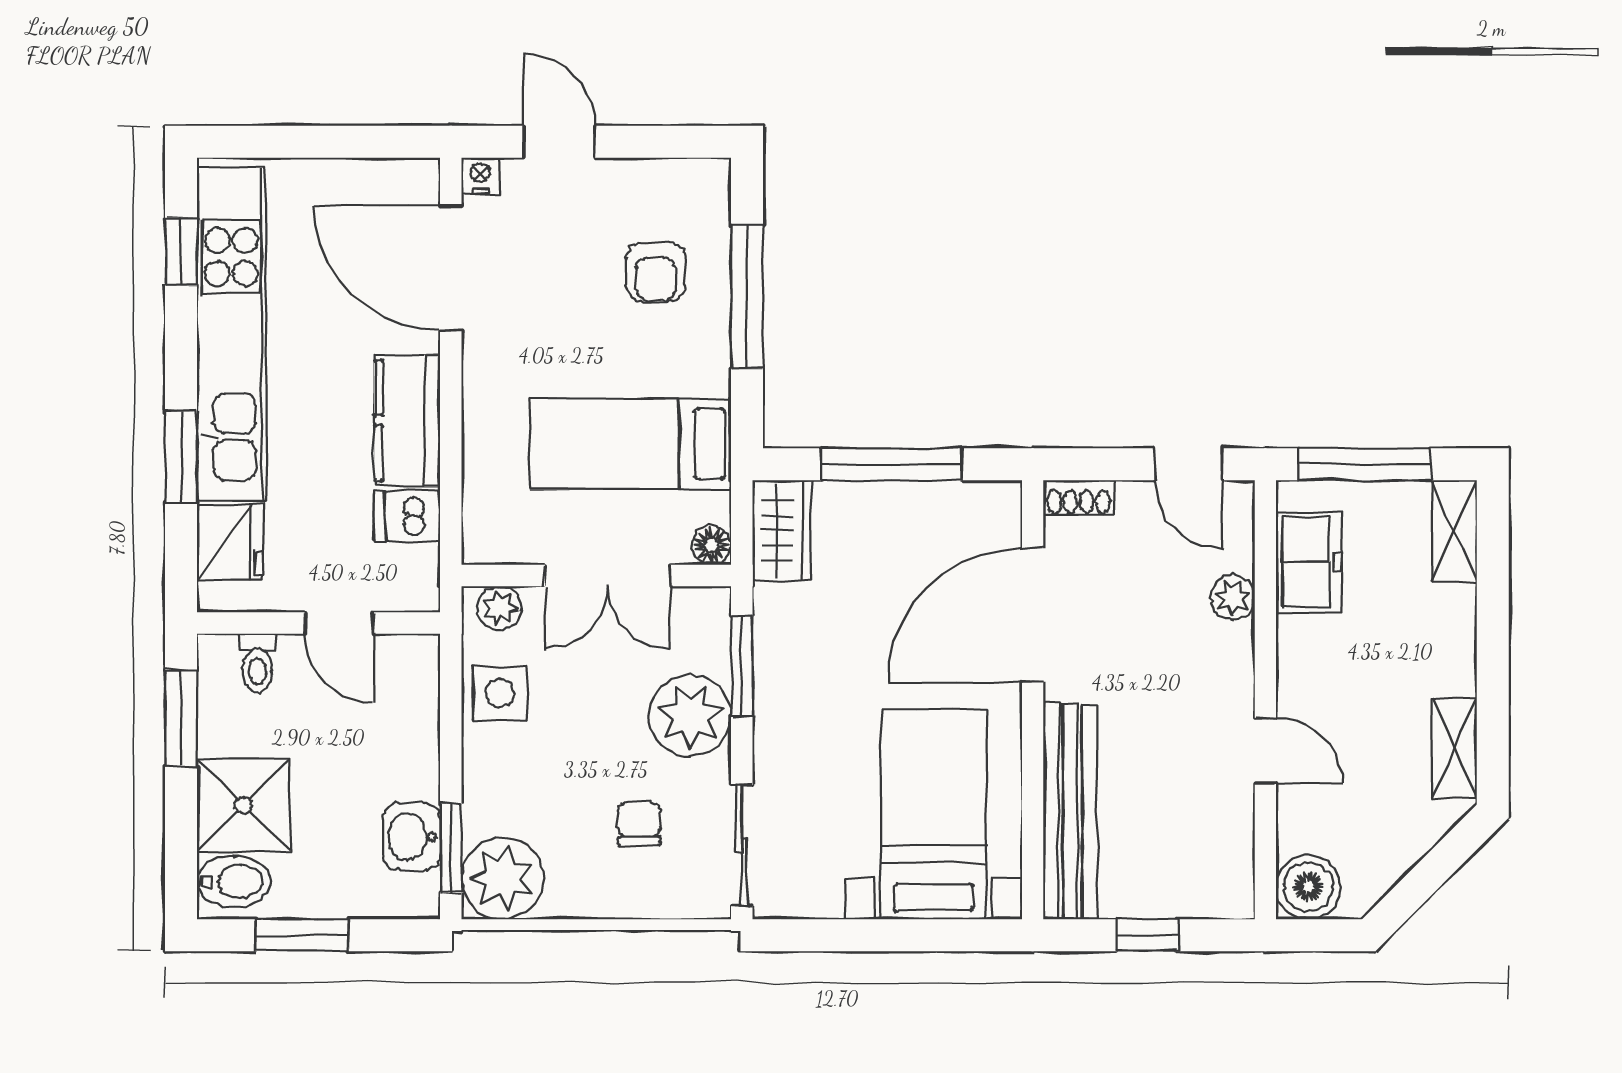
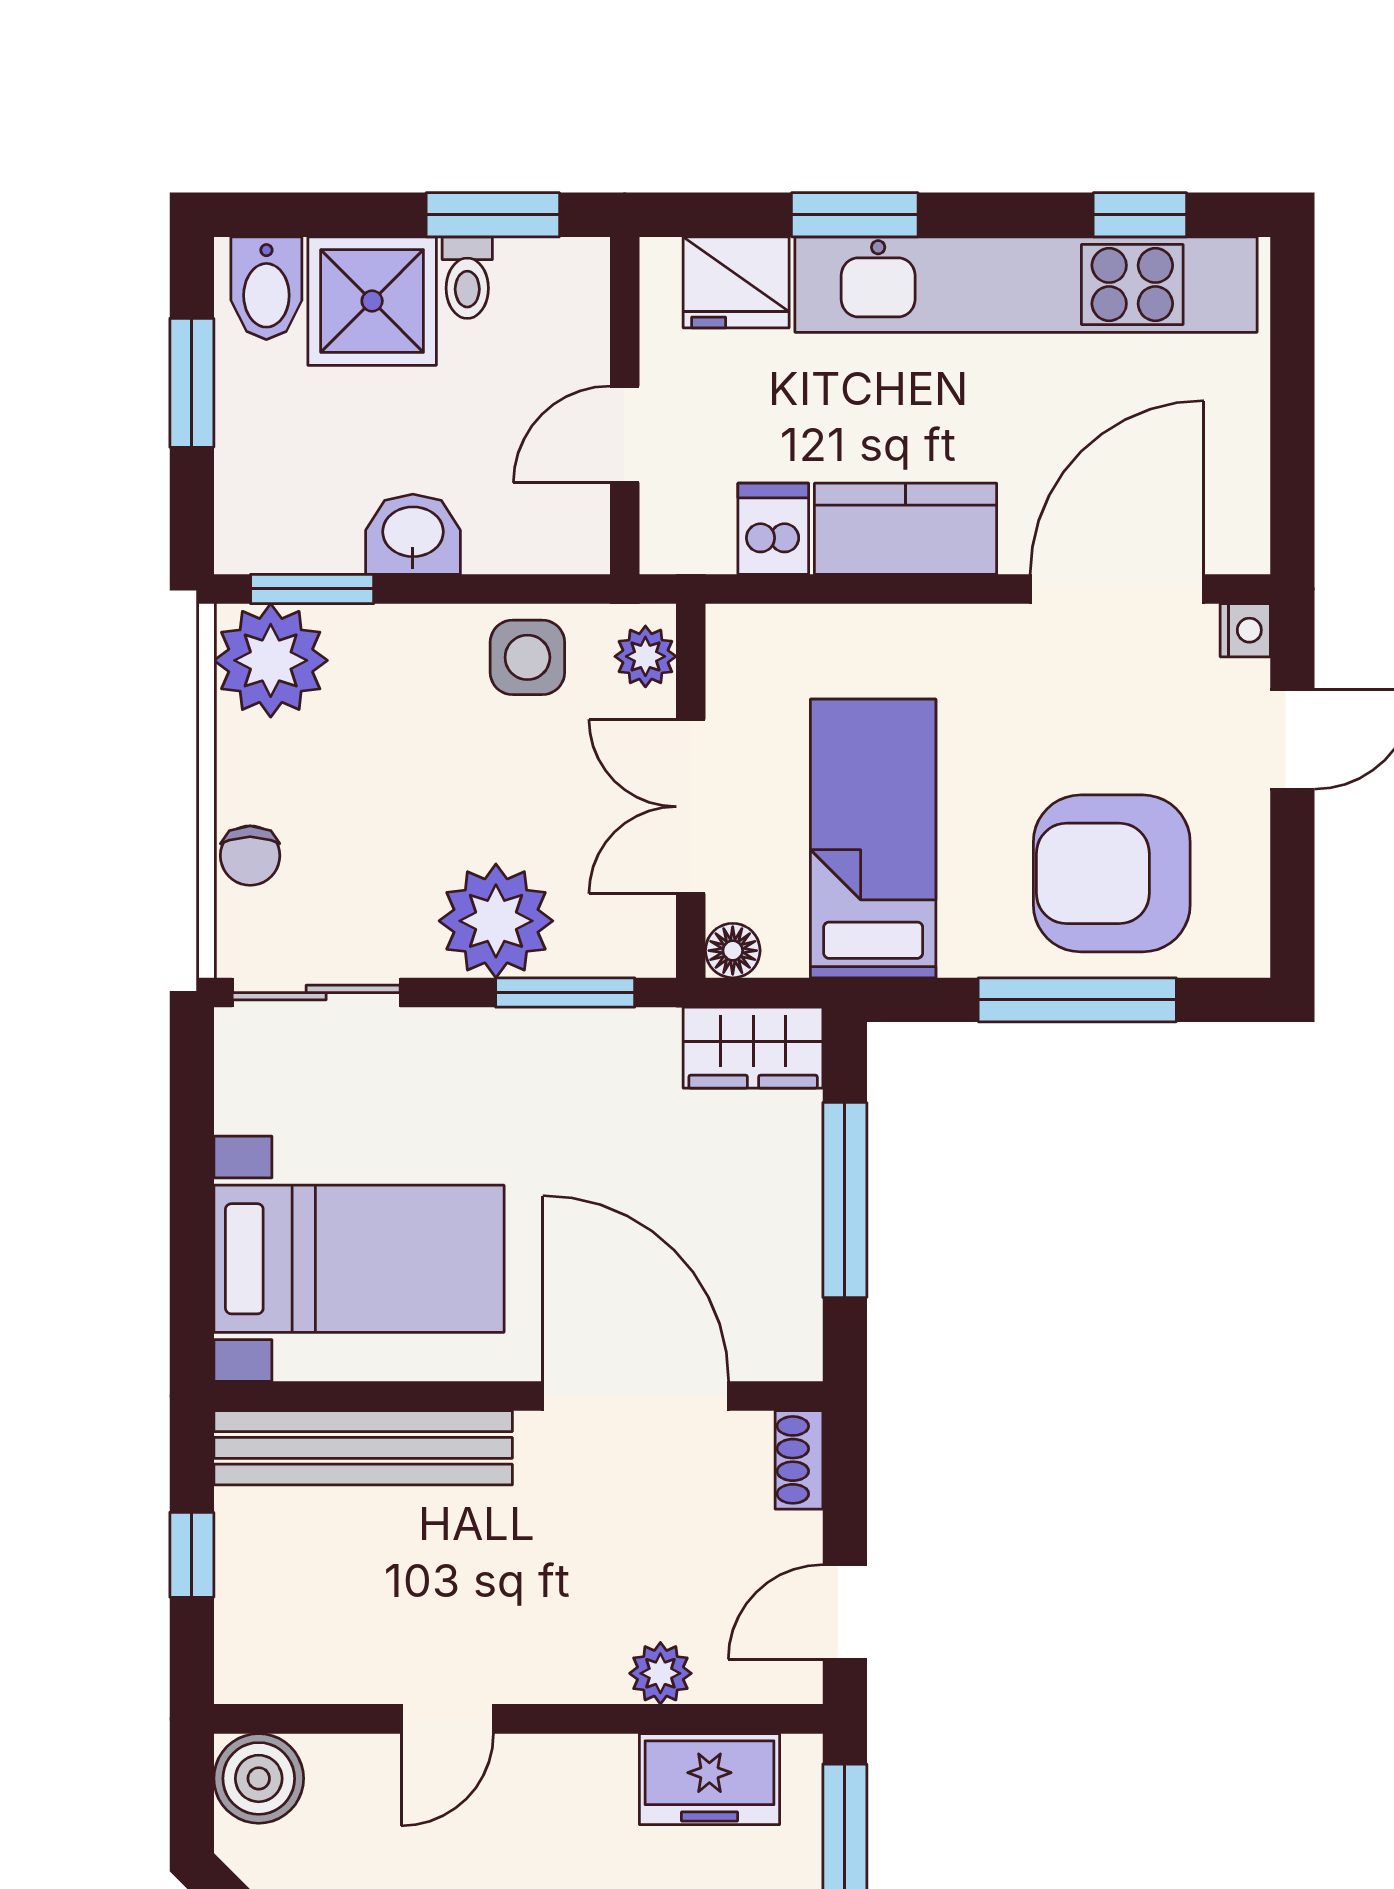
armchair: (656, 272) -> (1112, 873), width x1.88, depth x1.88
toilet: (257, 663) -> (467, 278), moved, turned -90
chair: (639, 824) -> (250, 856), moved, turned 90
washbasin: (411, 837) -> (413, 534), moved

